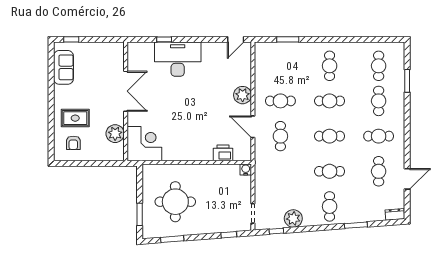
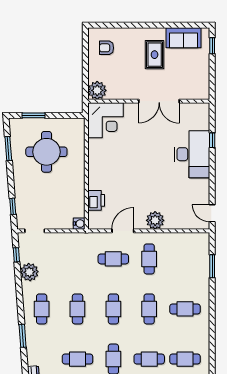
rug: (75, 118) -> (155, 55), moved
plant: (115, 134) -> (97, 90), moved
cafe table: (330, 206) -> (42, 309), turned 90

